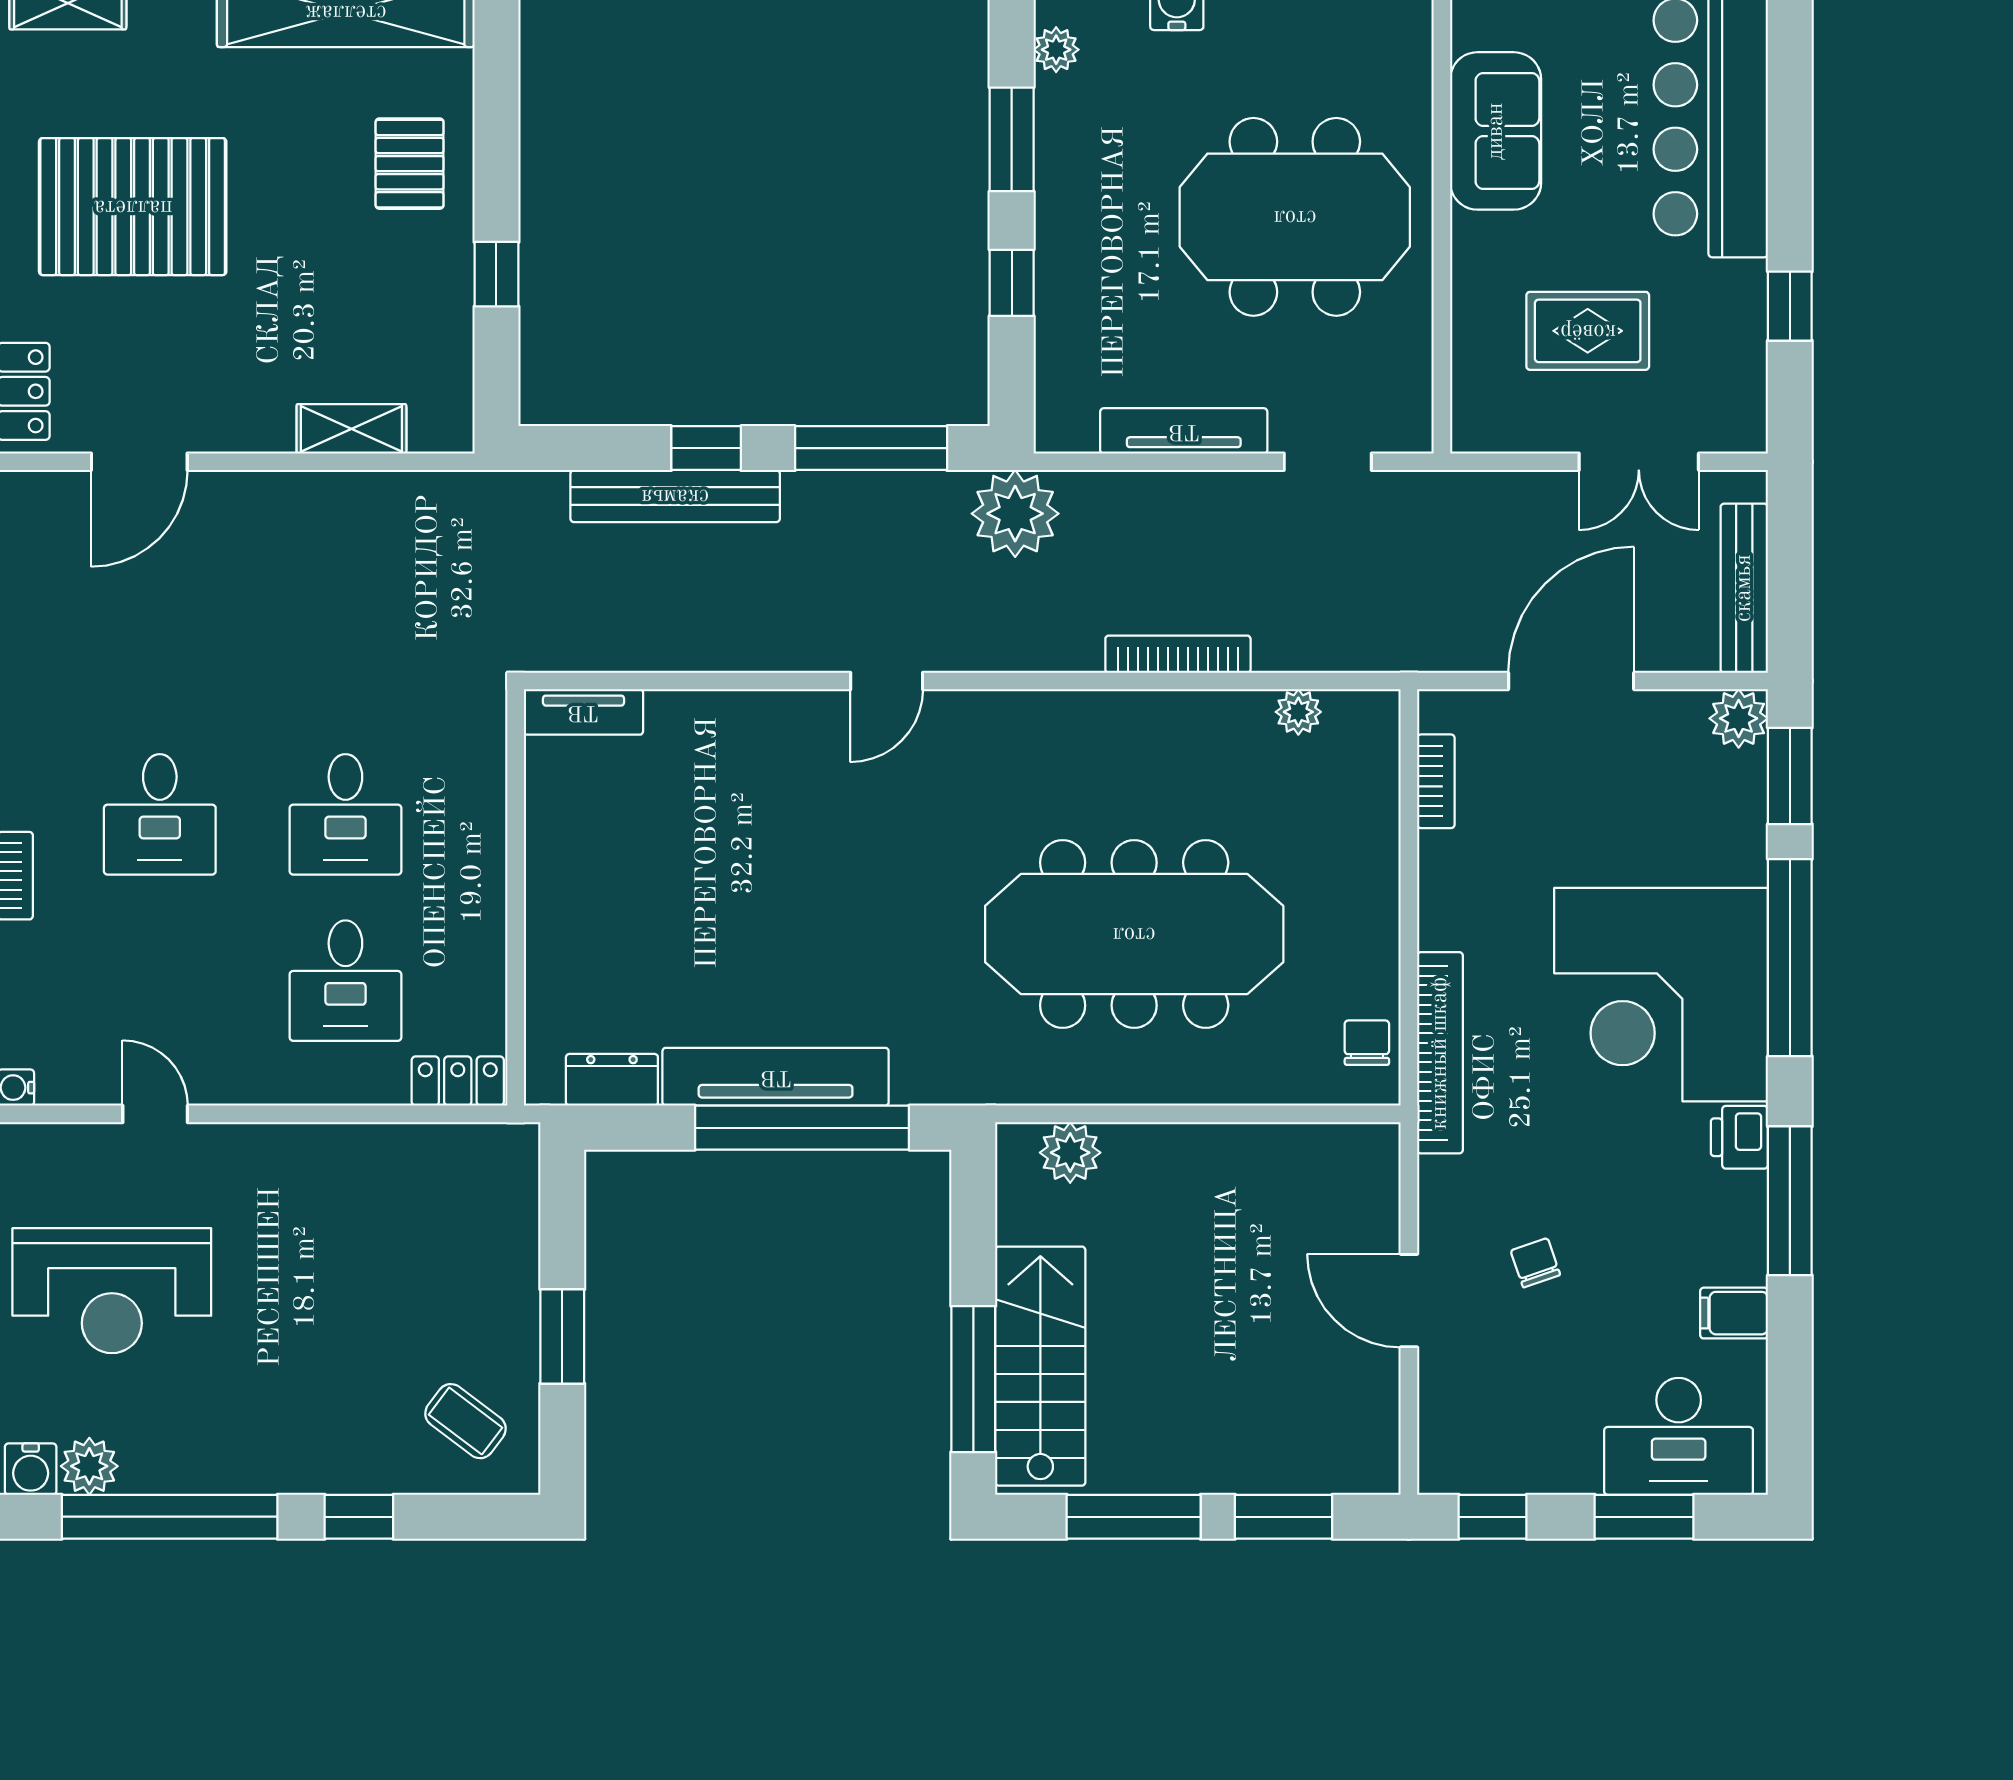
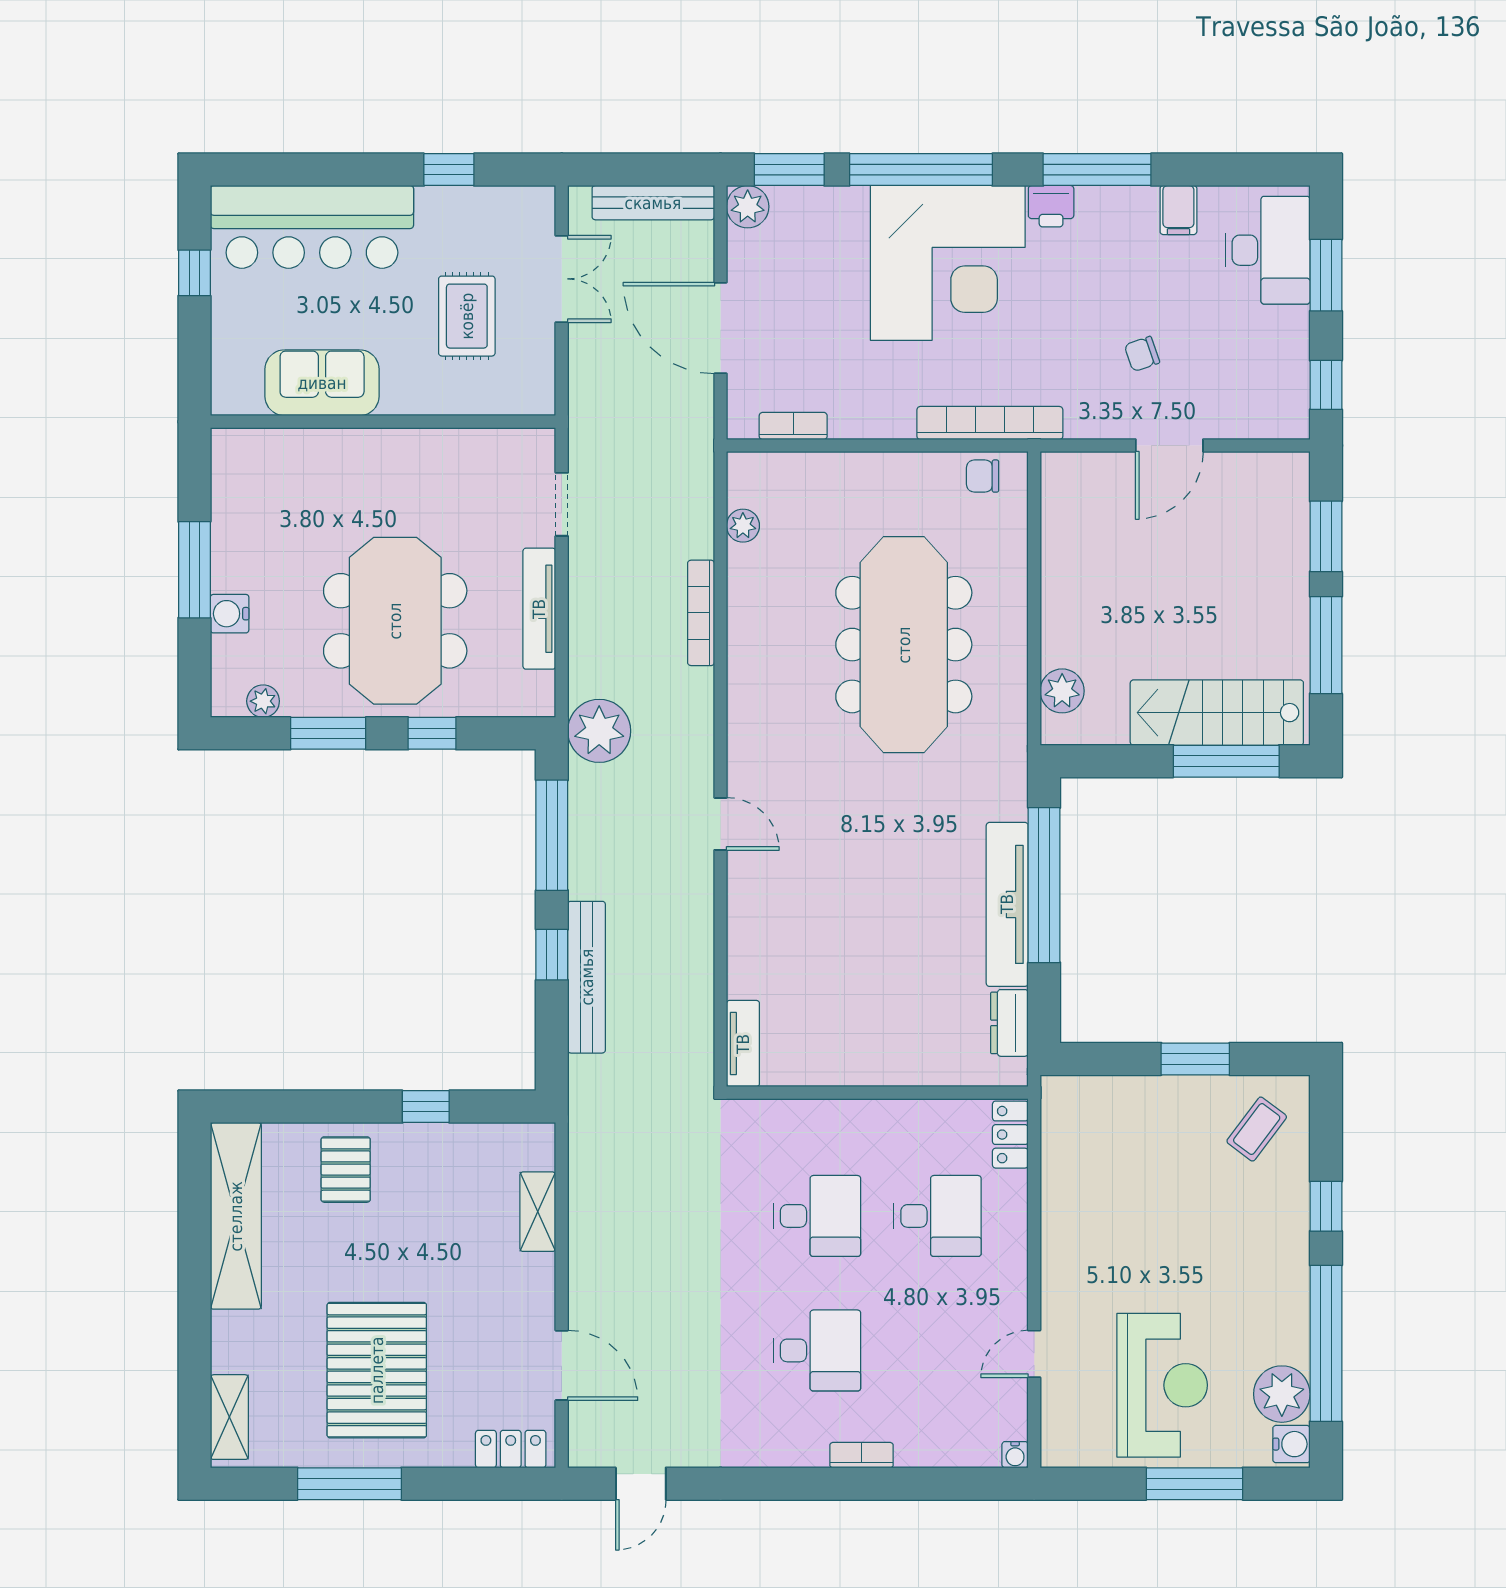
pallet: (410, 164) -> (346, 1170), turned 90
meeting table: (1295, 217) -> (395, 621), moved
plant: (89, 1466) -> (1282, 1394), width x1.36, depth x1.36

